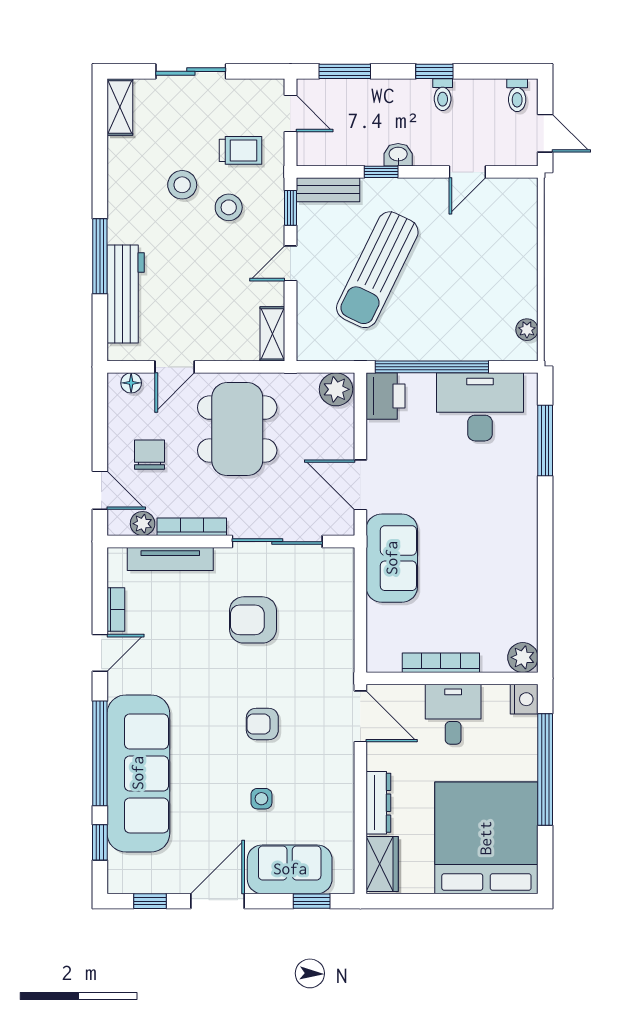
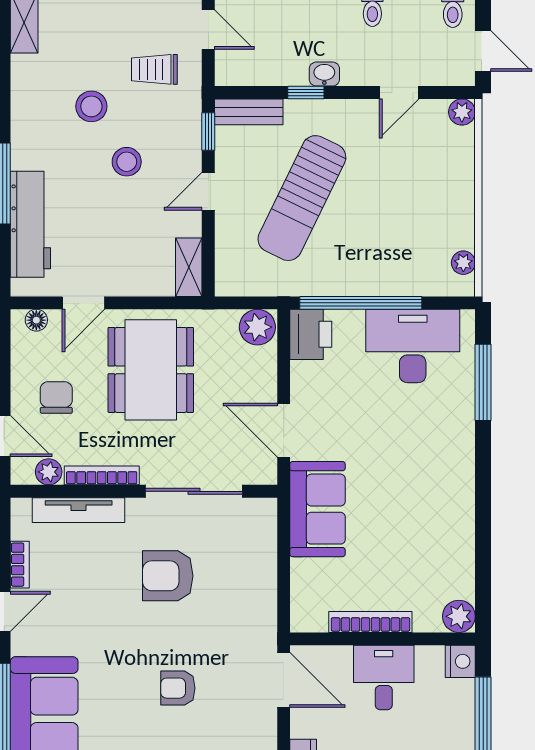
trolley: (241, 150) -> (154, 69), turned 180
plant: (526, 190) -> (462, 112), added
stool: (229, 207) -> (127, 162), moved

